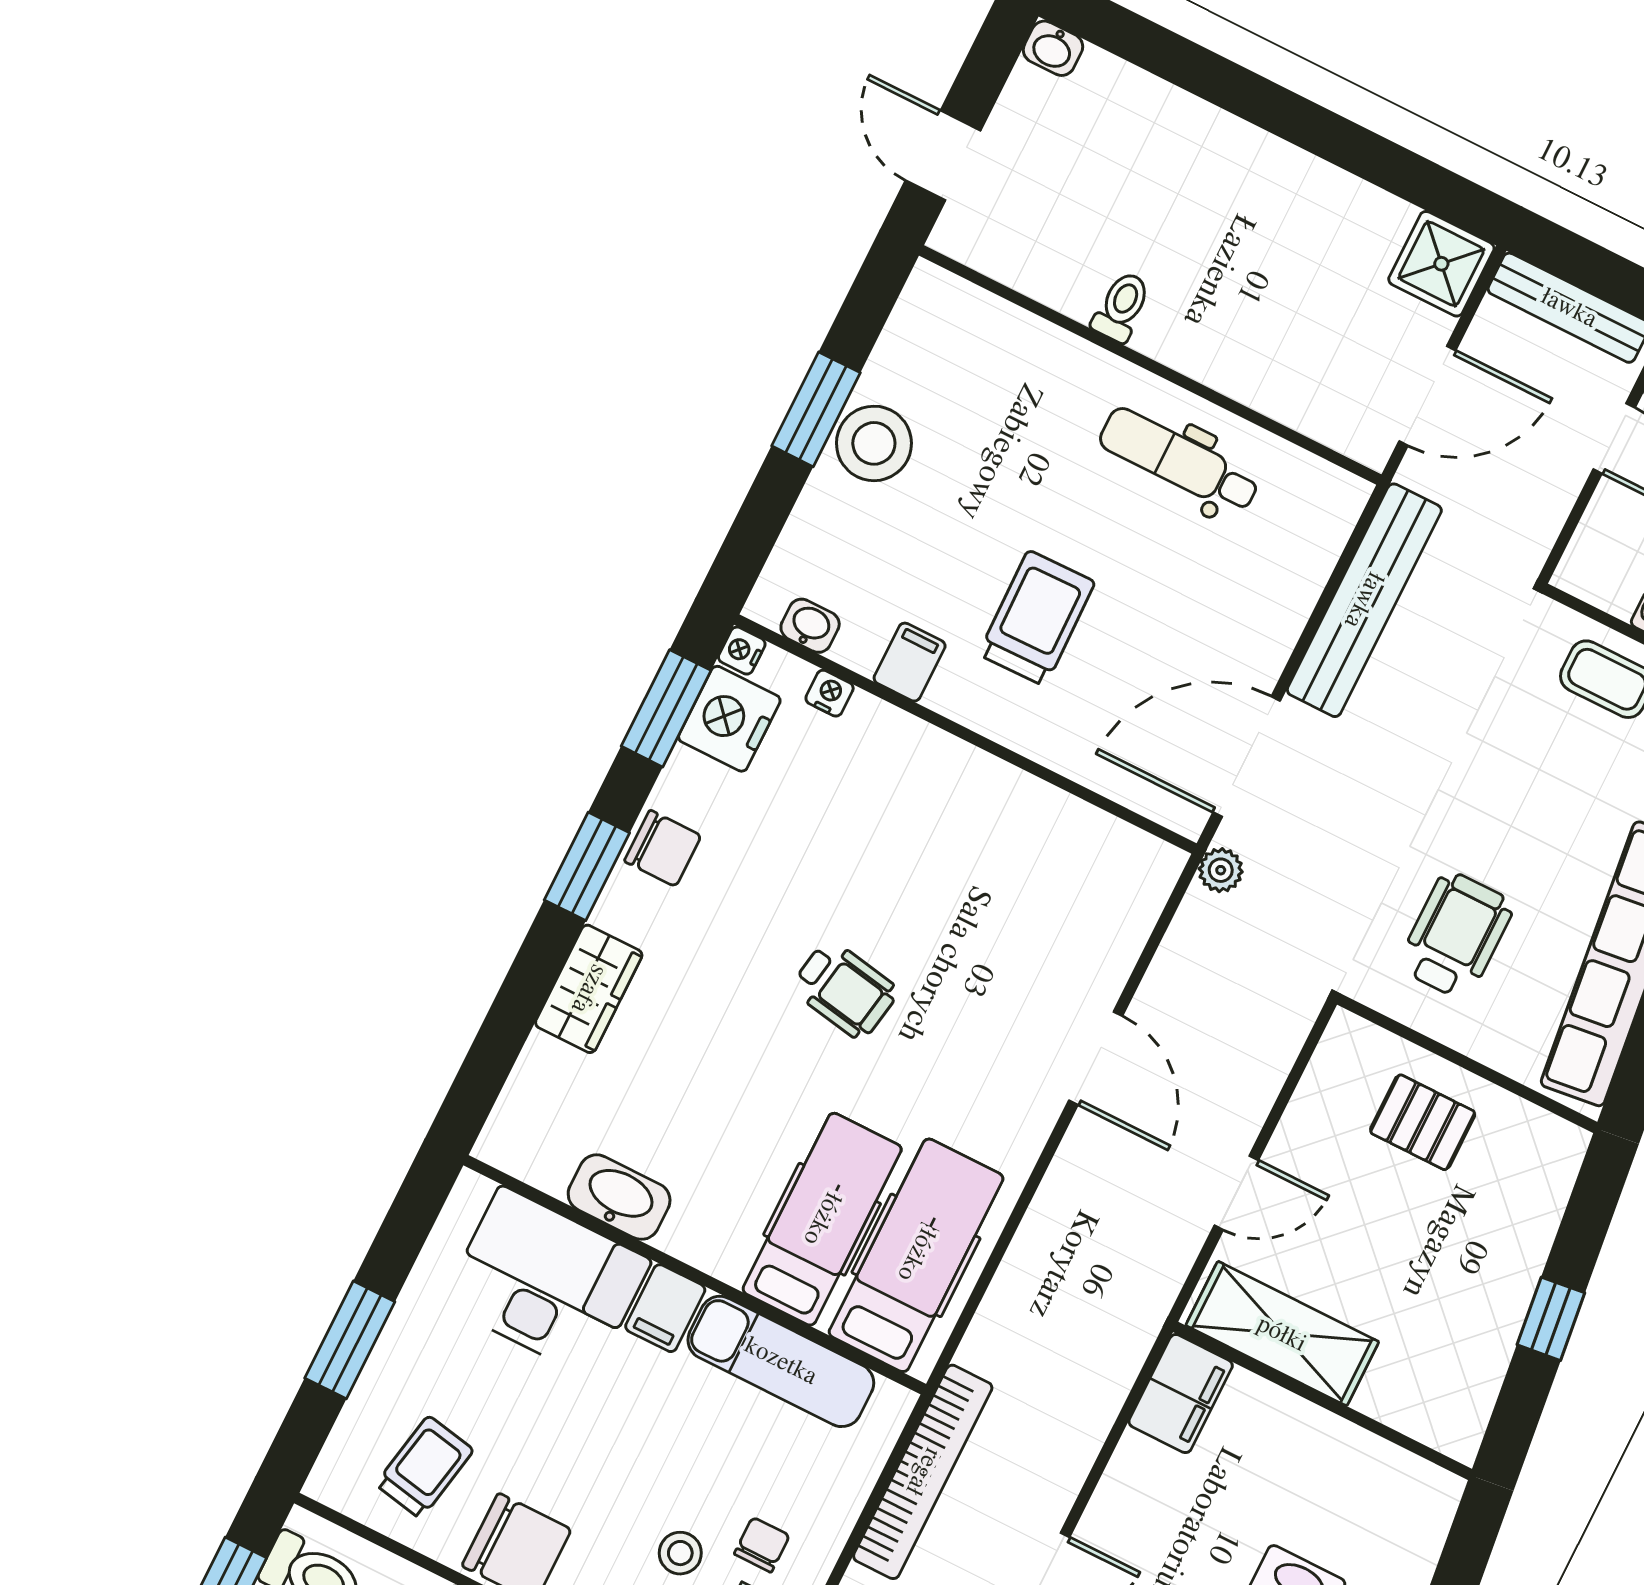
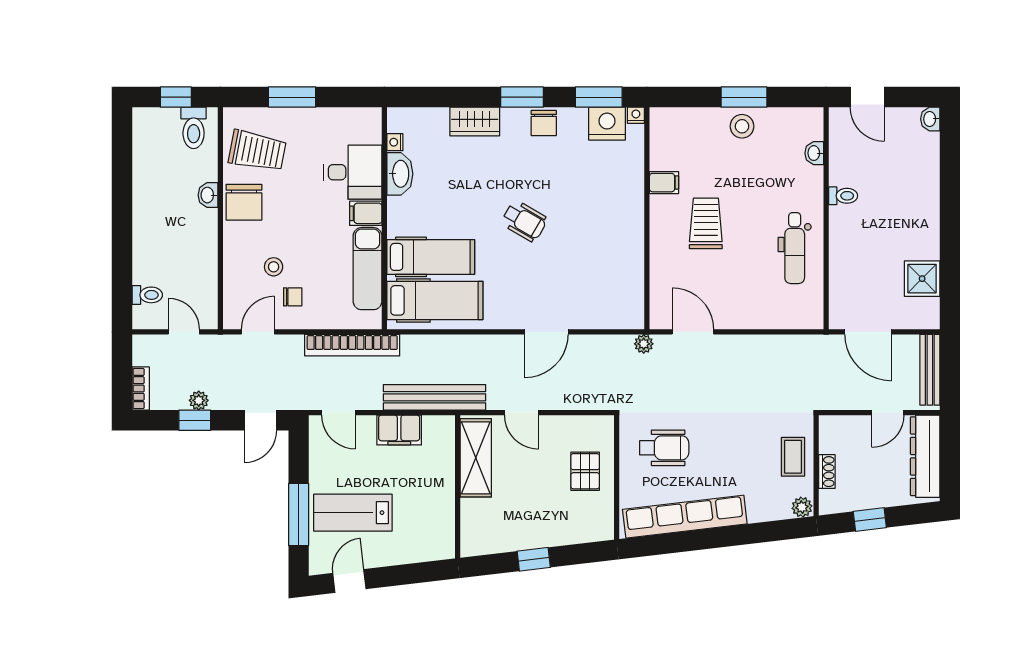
door: (943, 155) -> (867, 97), swing flipped
shower: (1441, 264) -> (922, 279), moved
stool: (874, 443) -> (742, 126), width x0.73, depth x0.73
dental chair: (1179, 461) -> (795, 248), turned 180
bench: (1364, 600) -> (434, 397), moved
trolley: (1037, 618) -> (706, 223), turned -89
washbasin: (810, 626) -> (814, 153), moved, turned 180
nightstand: (830, 693) -> (395, 142), moved, turned 180
door: (1247, 757) -> (693, 332), width x0.73
wheelchair: (845, 990) -> (524, 221), turned -70
desk: (546, 1282) -> (353, 172), width x0.73
filing cabinet: (1181, 1394) -> (399, 430), moved
trolley: (425, 1467) -> (257, 151), width x1.36, depth x1.39

